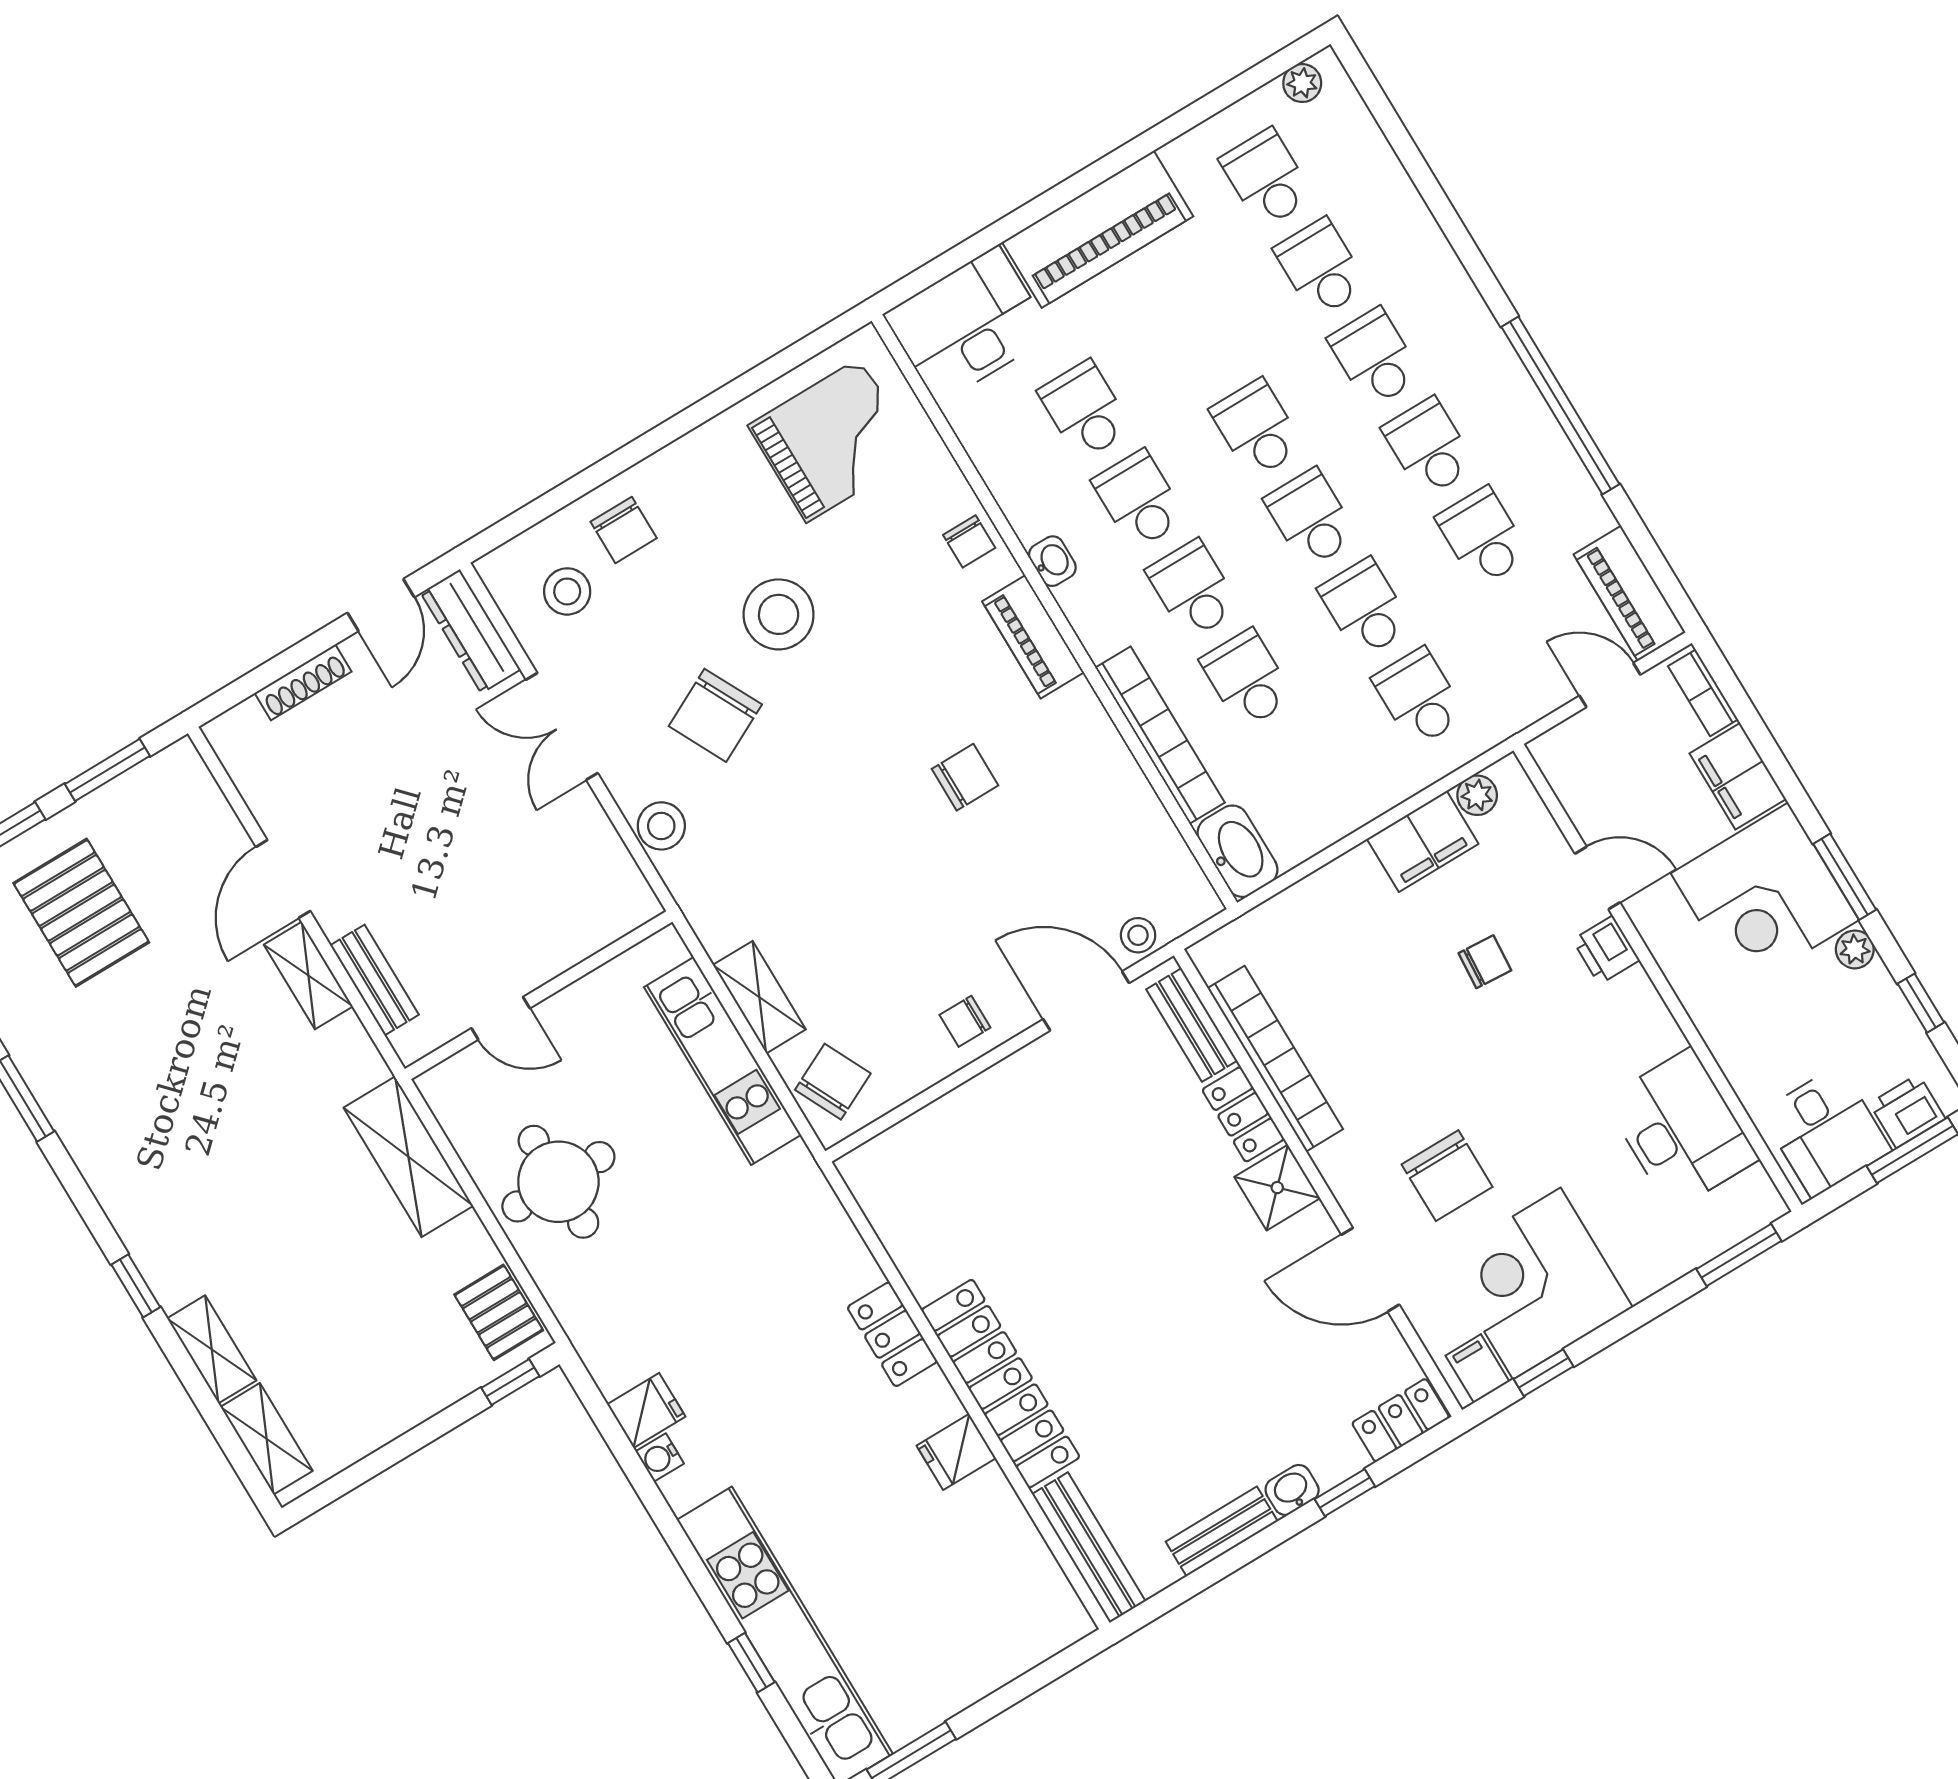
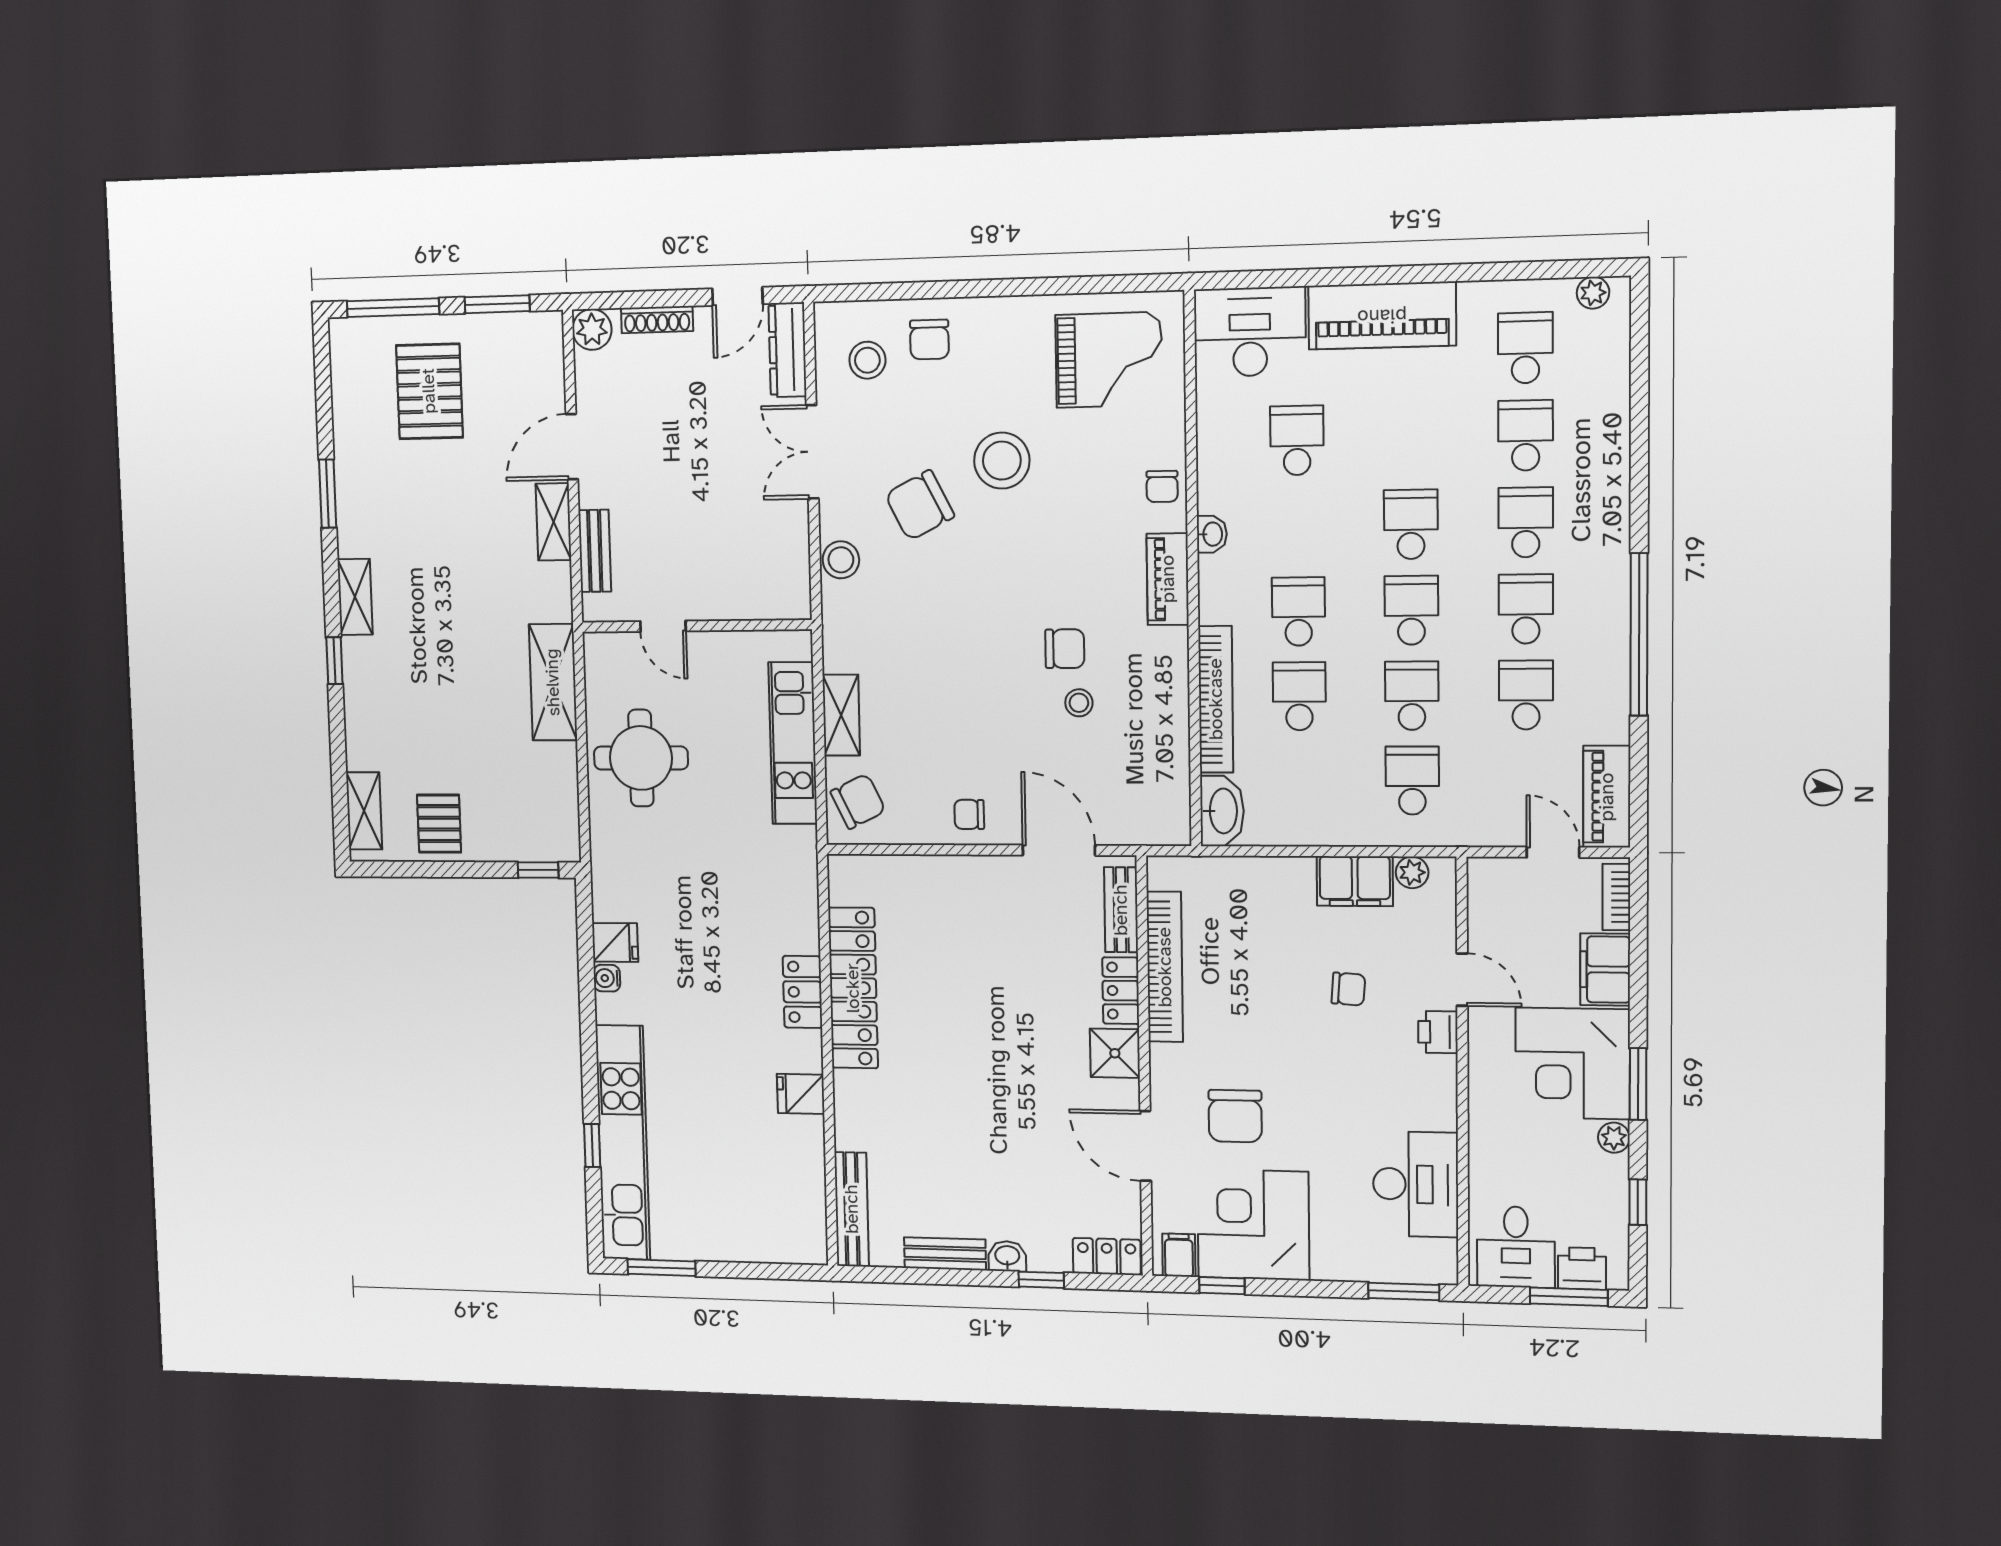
school desk: (1139, 500) -> (1298, 526), removed
plant: (234, 736) -> (592, 329), added
stool: (1138, 935) -> (1079, 703), moved
pallet: (499, 1312) -> (439, 824), moved
shelving: (212, 1349) -> (355, 597), moved
locker: (1000, 1384) -> (853, 988), moved

